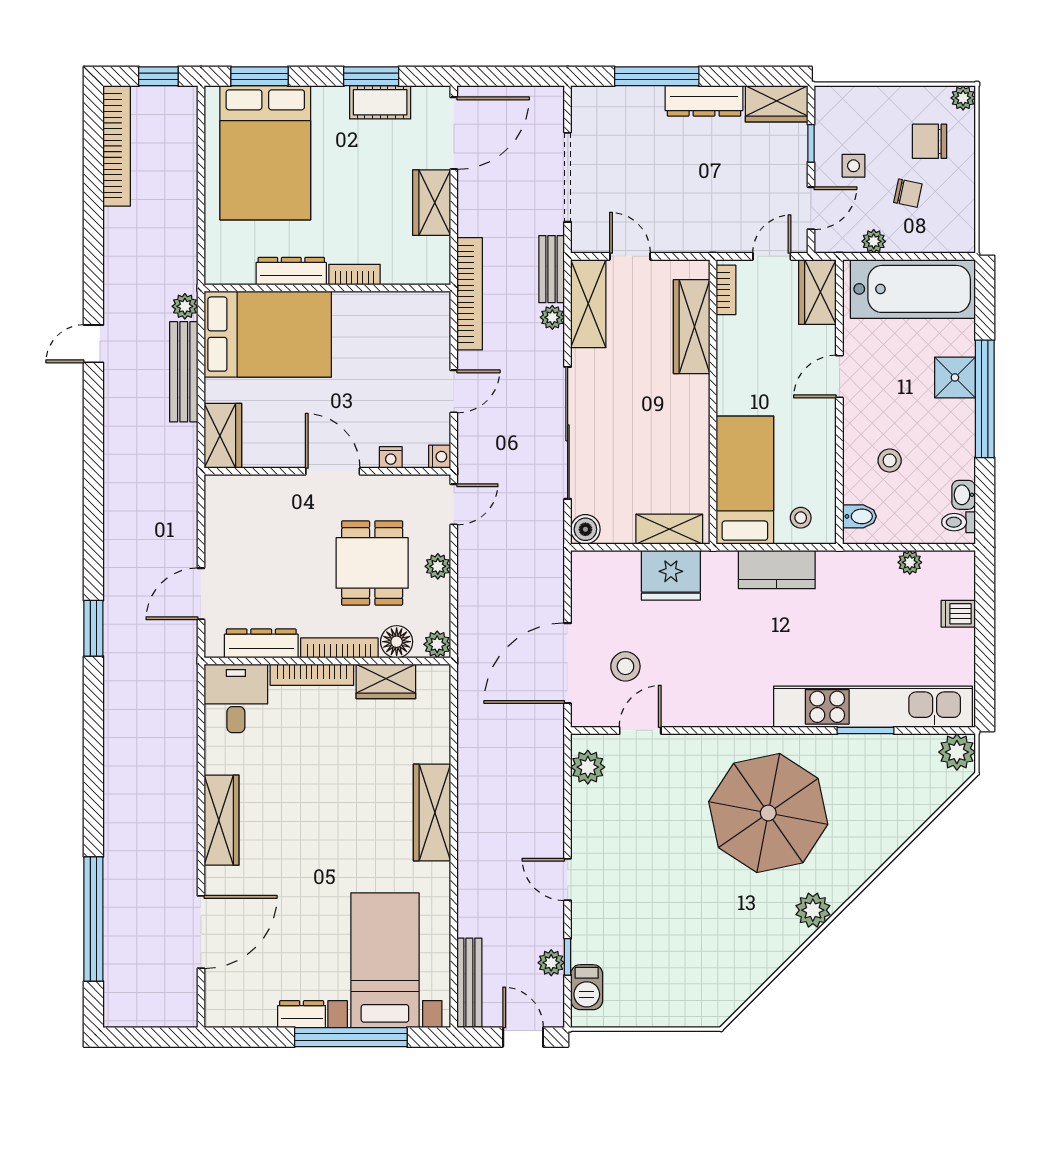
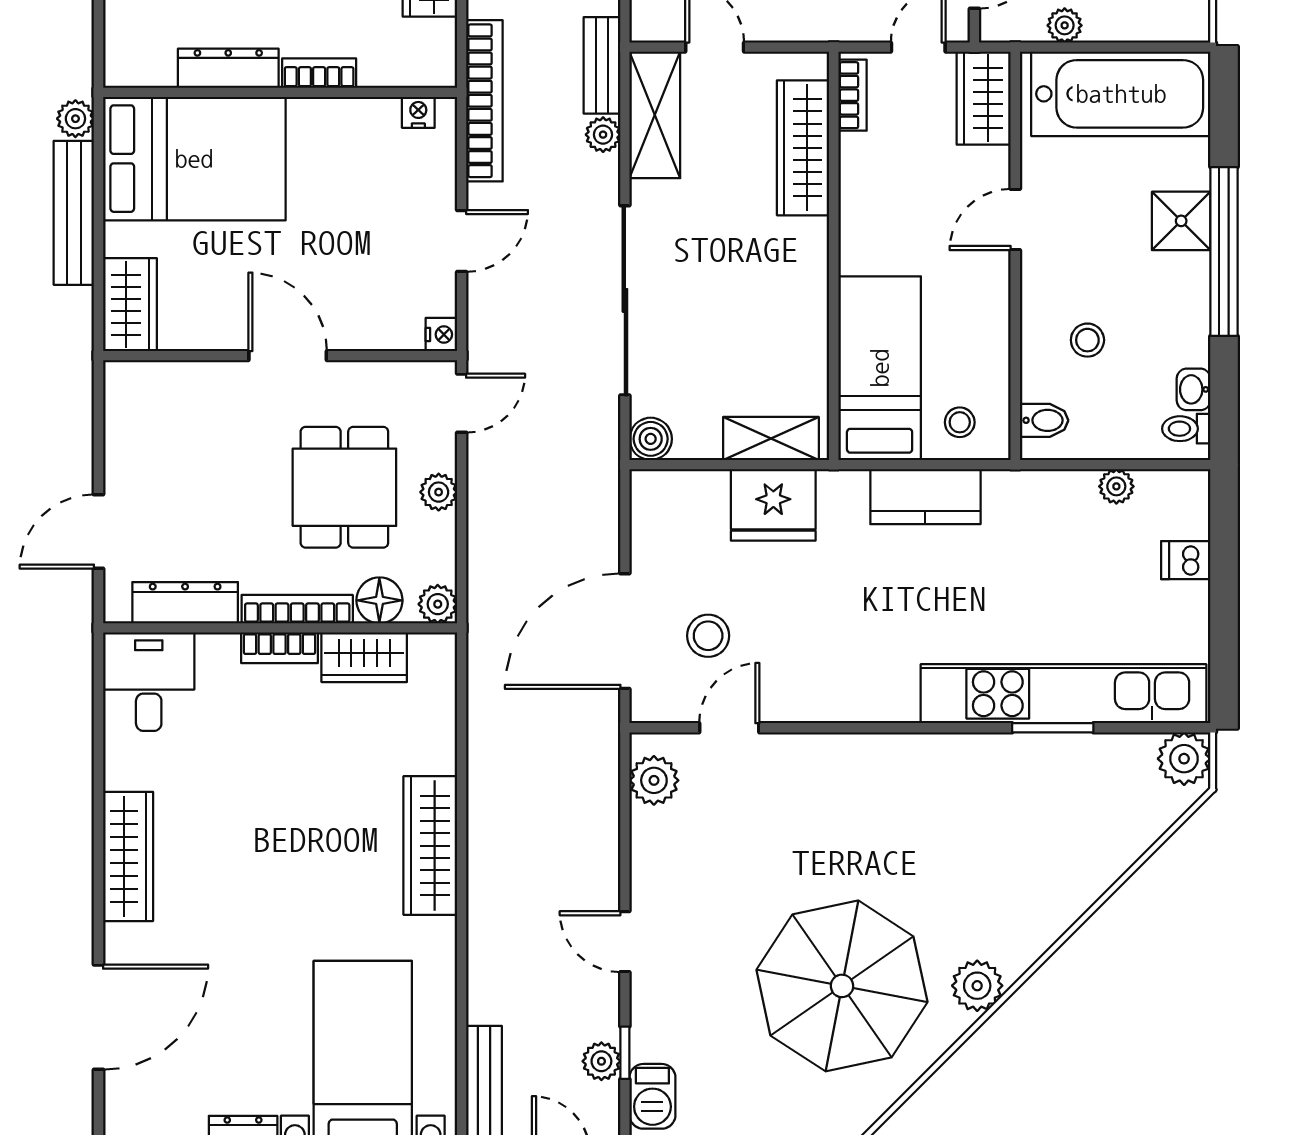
nightstand: (391, 457) -> (418, 112), moved, turned 180
bookcase: (312, 675) -> (279, 648), width x0.64
parasol: (768, 813) -> (842, 986), moved

